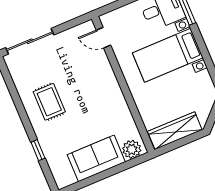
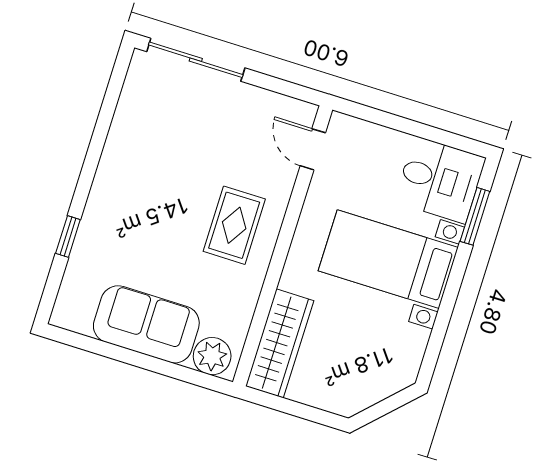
rug: (49, 102) -> (234, 225), moved
wardrobe: (175, 131) -> (280, 343), moved, turned 90

